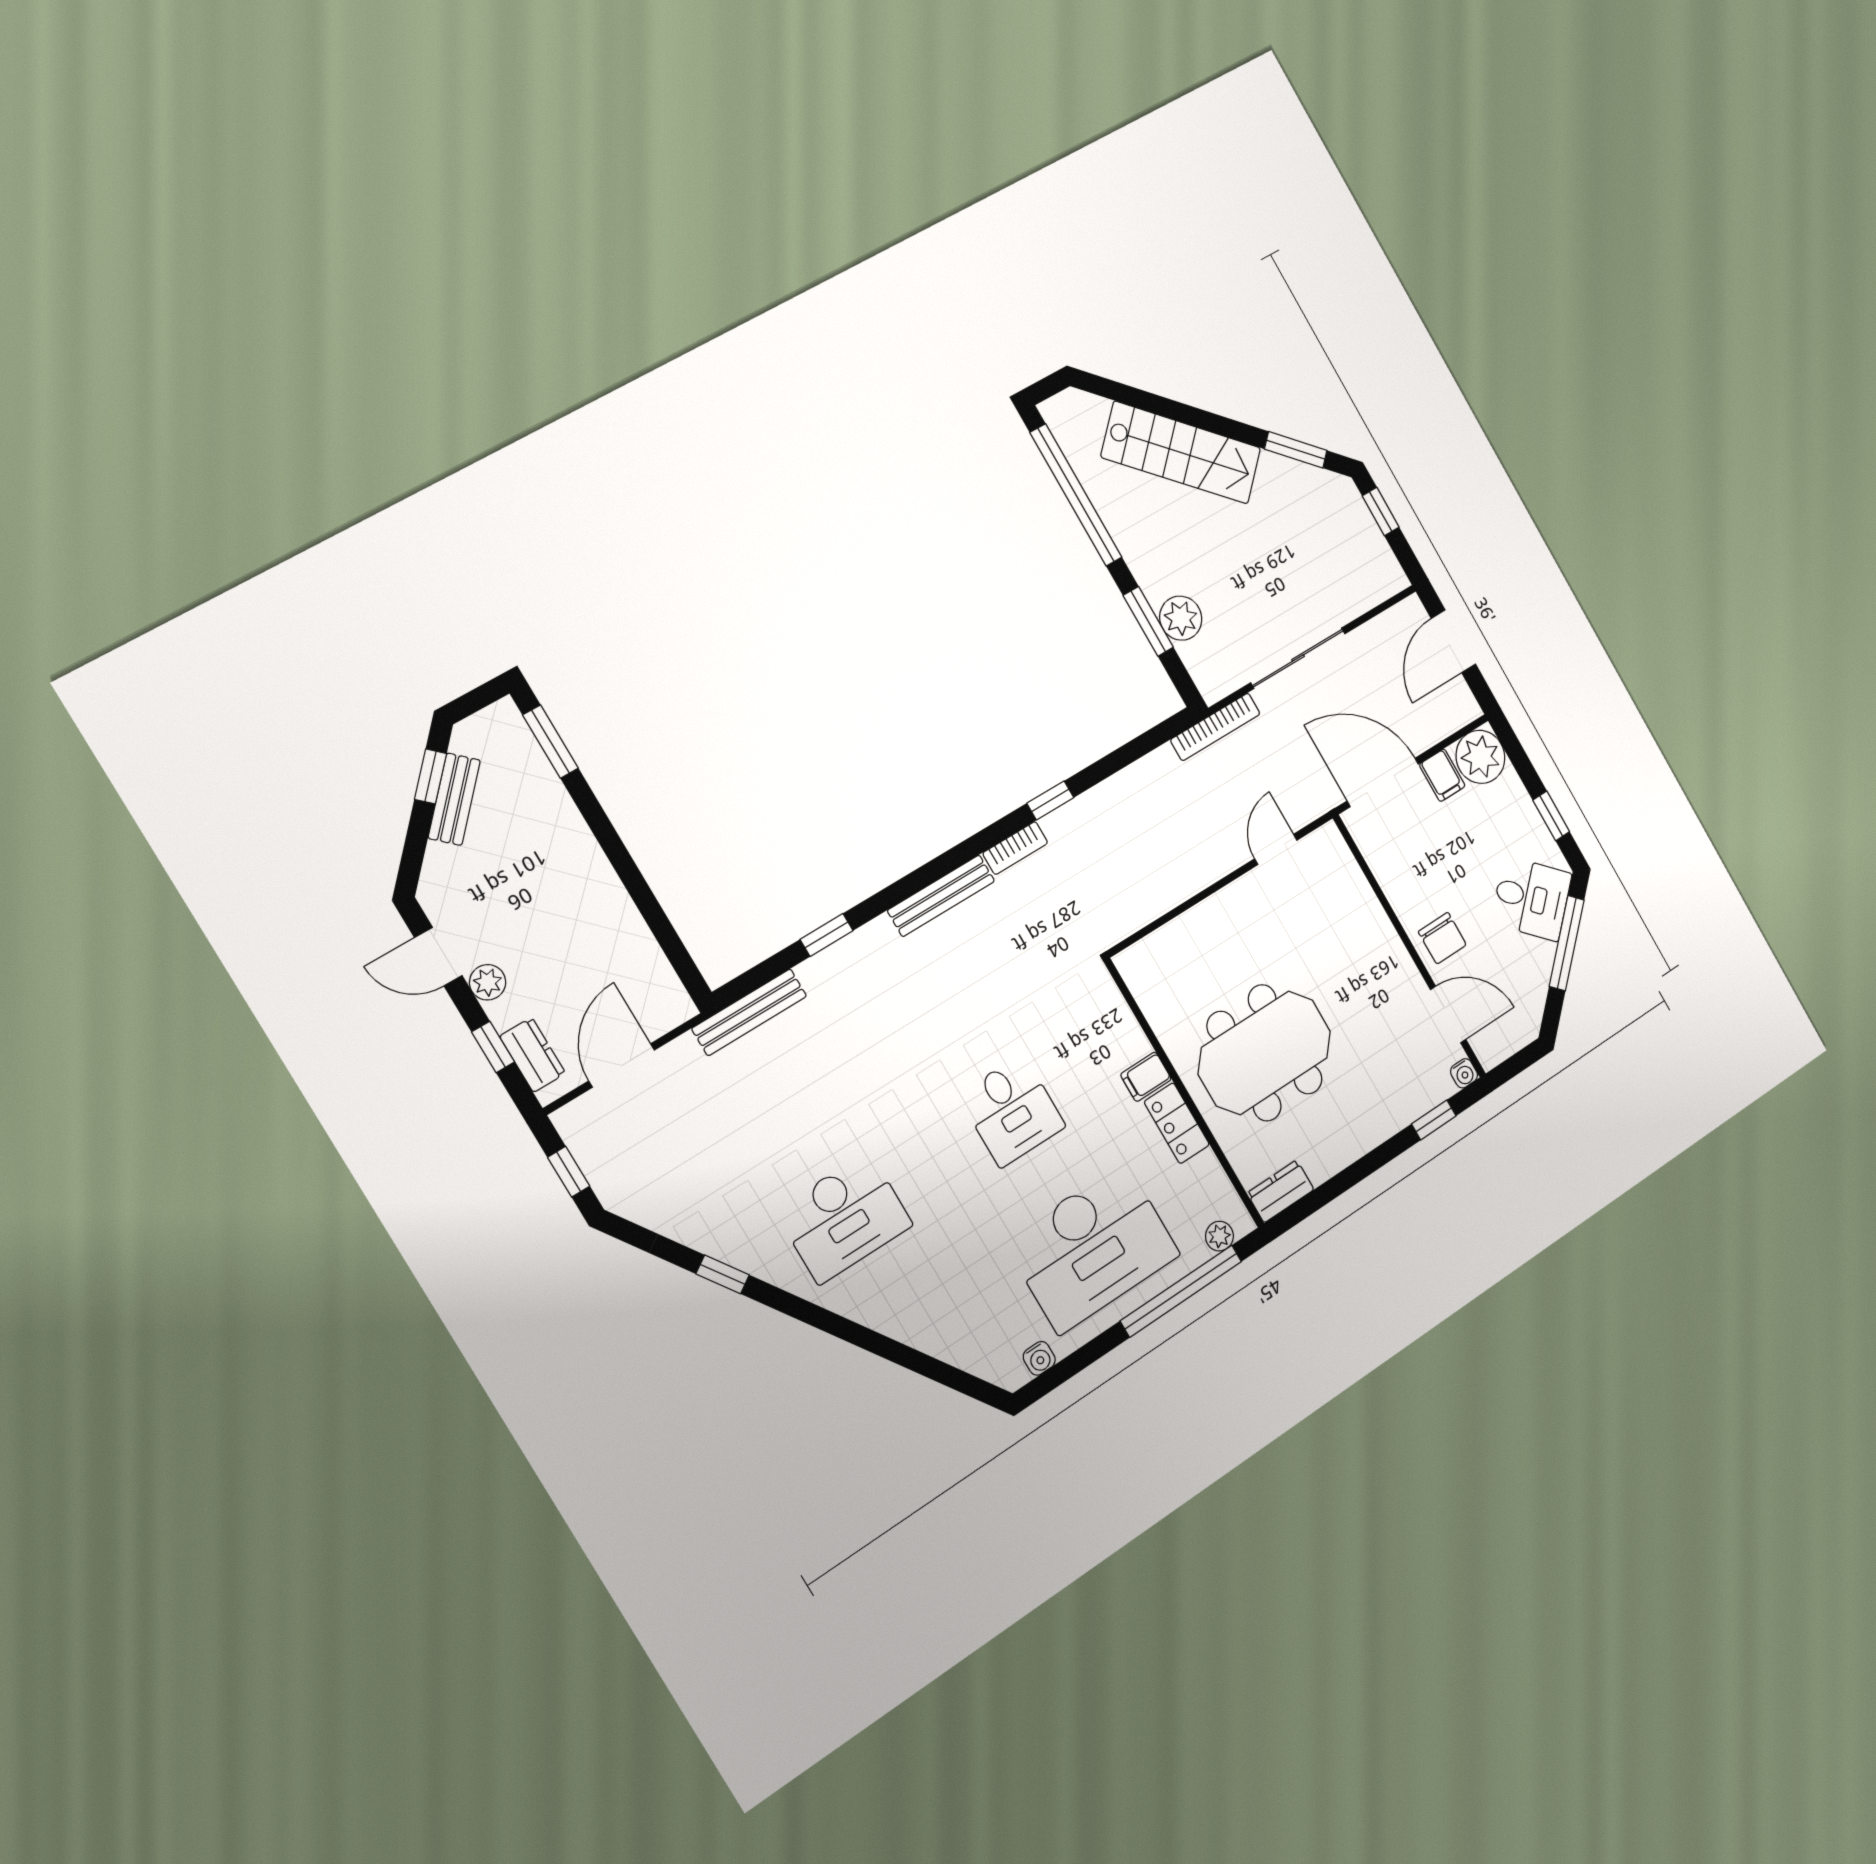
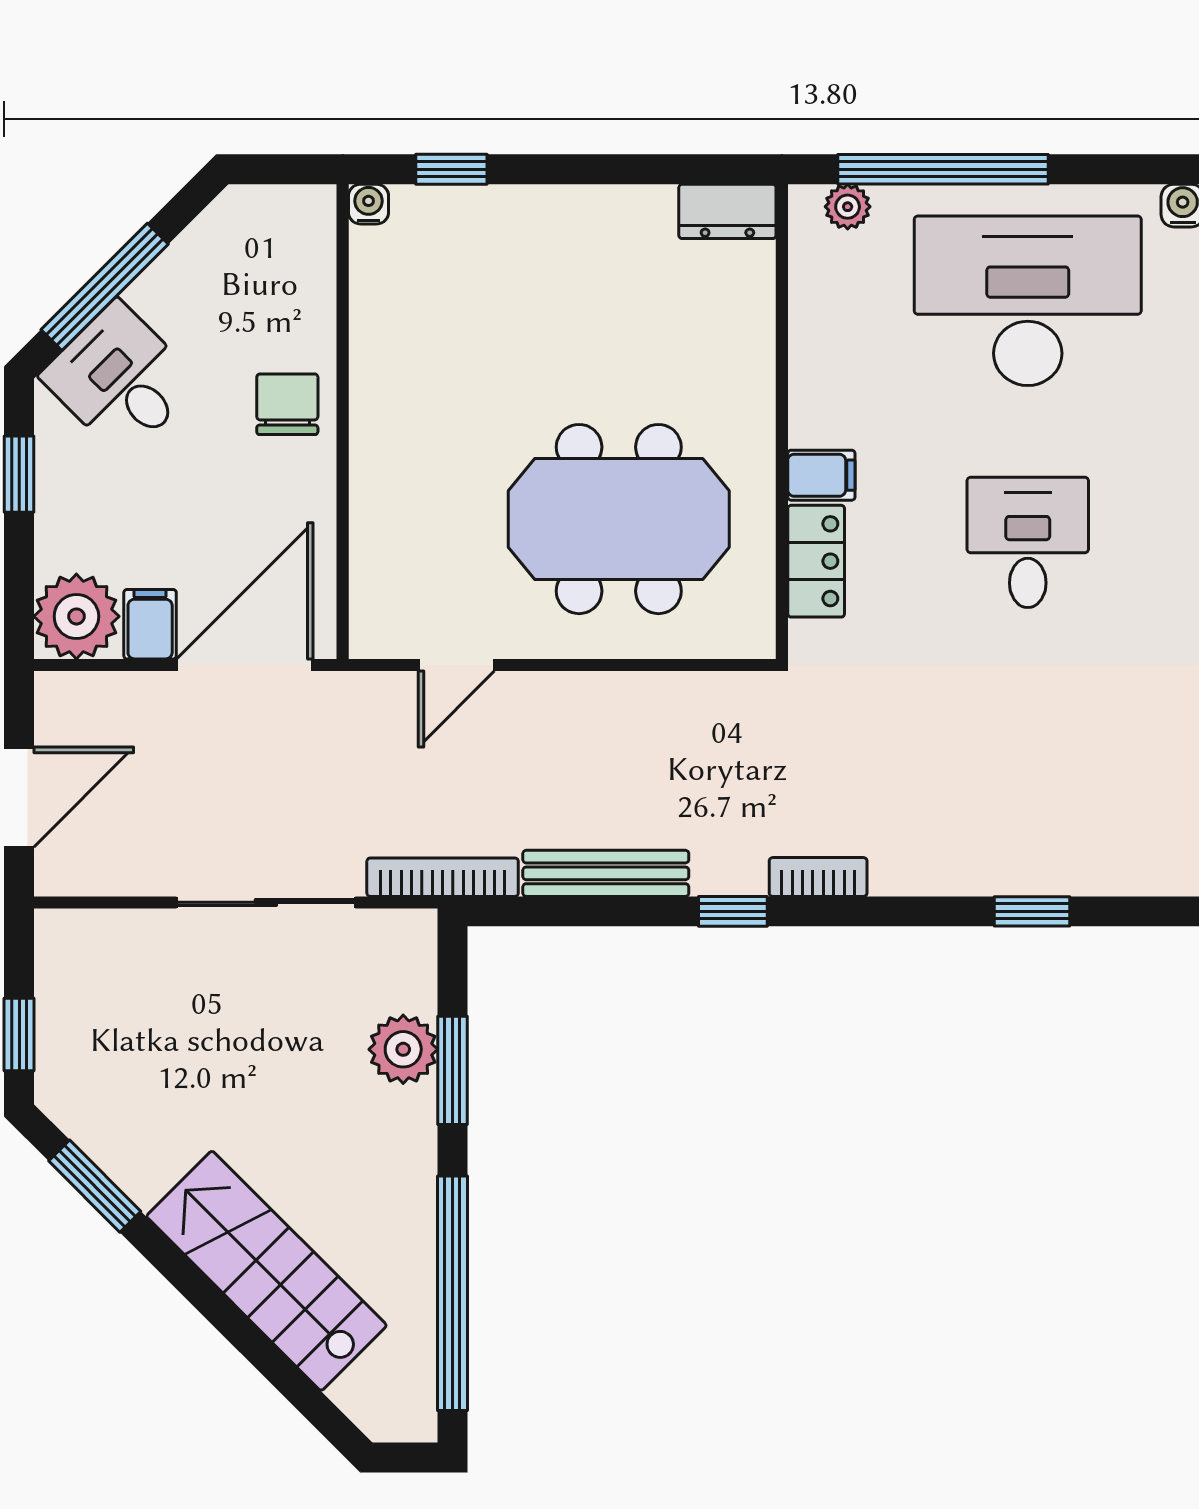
door: (1383, 782) -> (245, 665), swing flipped
bench: (941, 896) -> (606, 873), moved
window: (827, 935) -> (1032, 911), moved
door: (1448, 1015) -> (343, 297), removed
meeting table: (1265, 1053) -> (619, 519), moved
locker: (1177, 1123) -> (816, 561), moved

